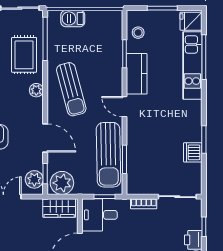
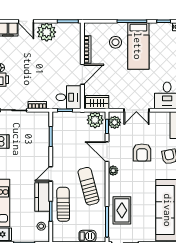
plant: (36, 90) -> (113, 171), moved
door: (125, 107) -> (51, 174), swing flipped
sun lounger: (108, 155) -> (63, 204), moved, width x0.73, depth x0.75

